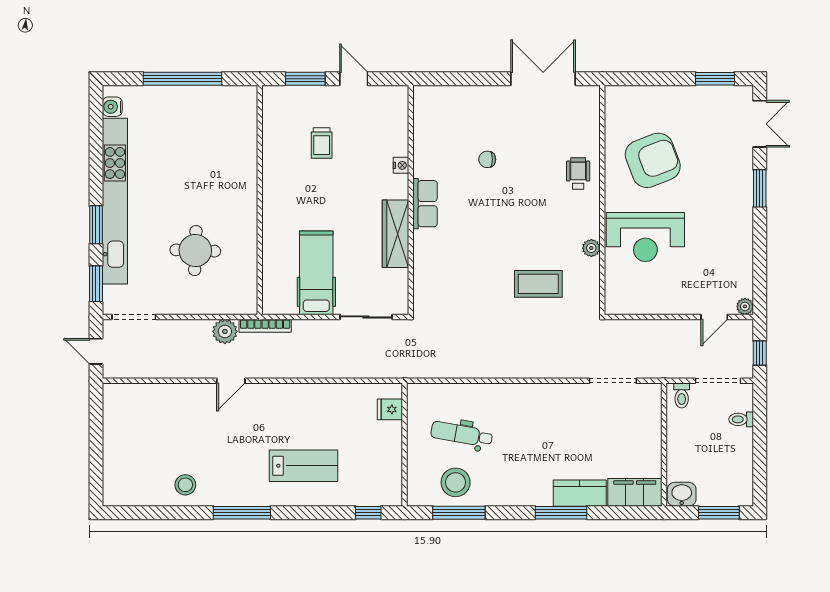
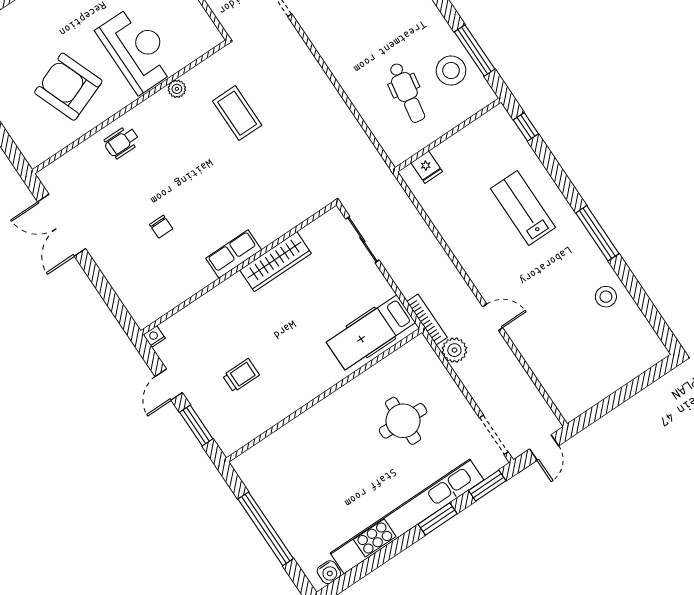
nightstand: (401, 165) -> (154, 337), moved
hospital bed: (316, 273) -> (371, 332), moved

